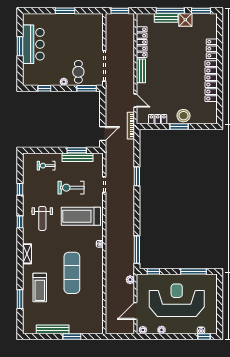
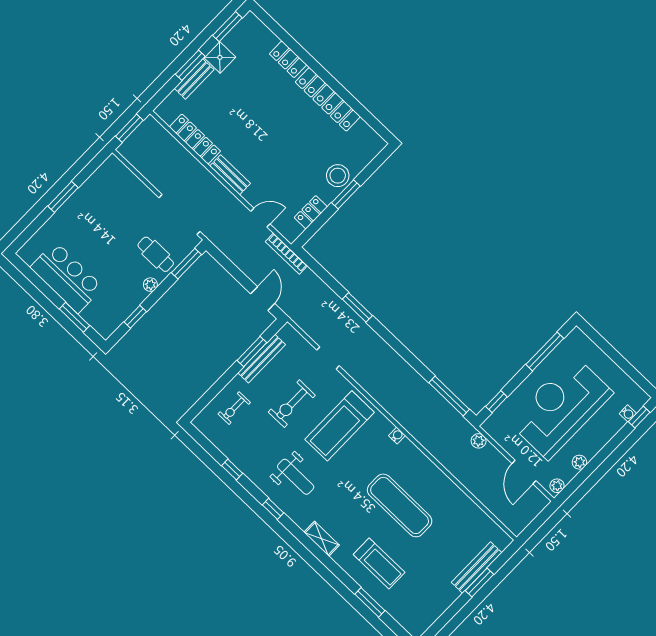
window: (170, 11) -> (190, 65), width x0.69
window: (20, 46) -> (74, 317), moved
bench: (53, 329) -> (477, 568), moved

